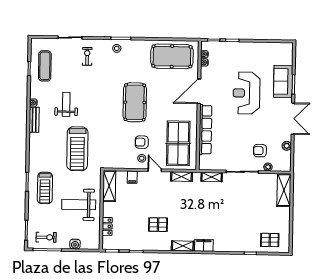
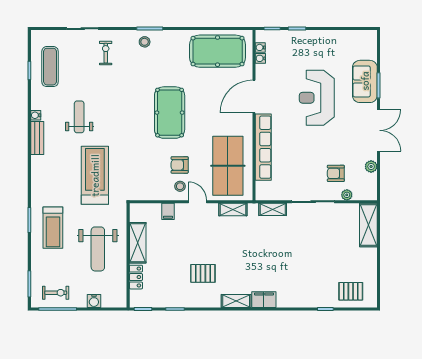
treadmill: (77, 149) -> (95, 175), turned 180
shelving: (109, 186) -> (138, 243), moved
weight bench: (79, 205) -> (98, 249), turned -90

